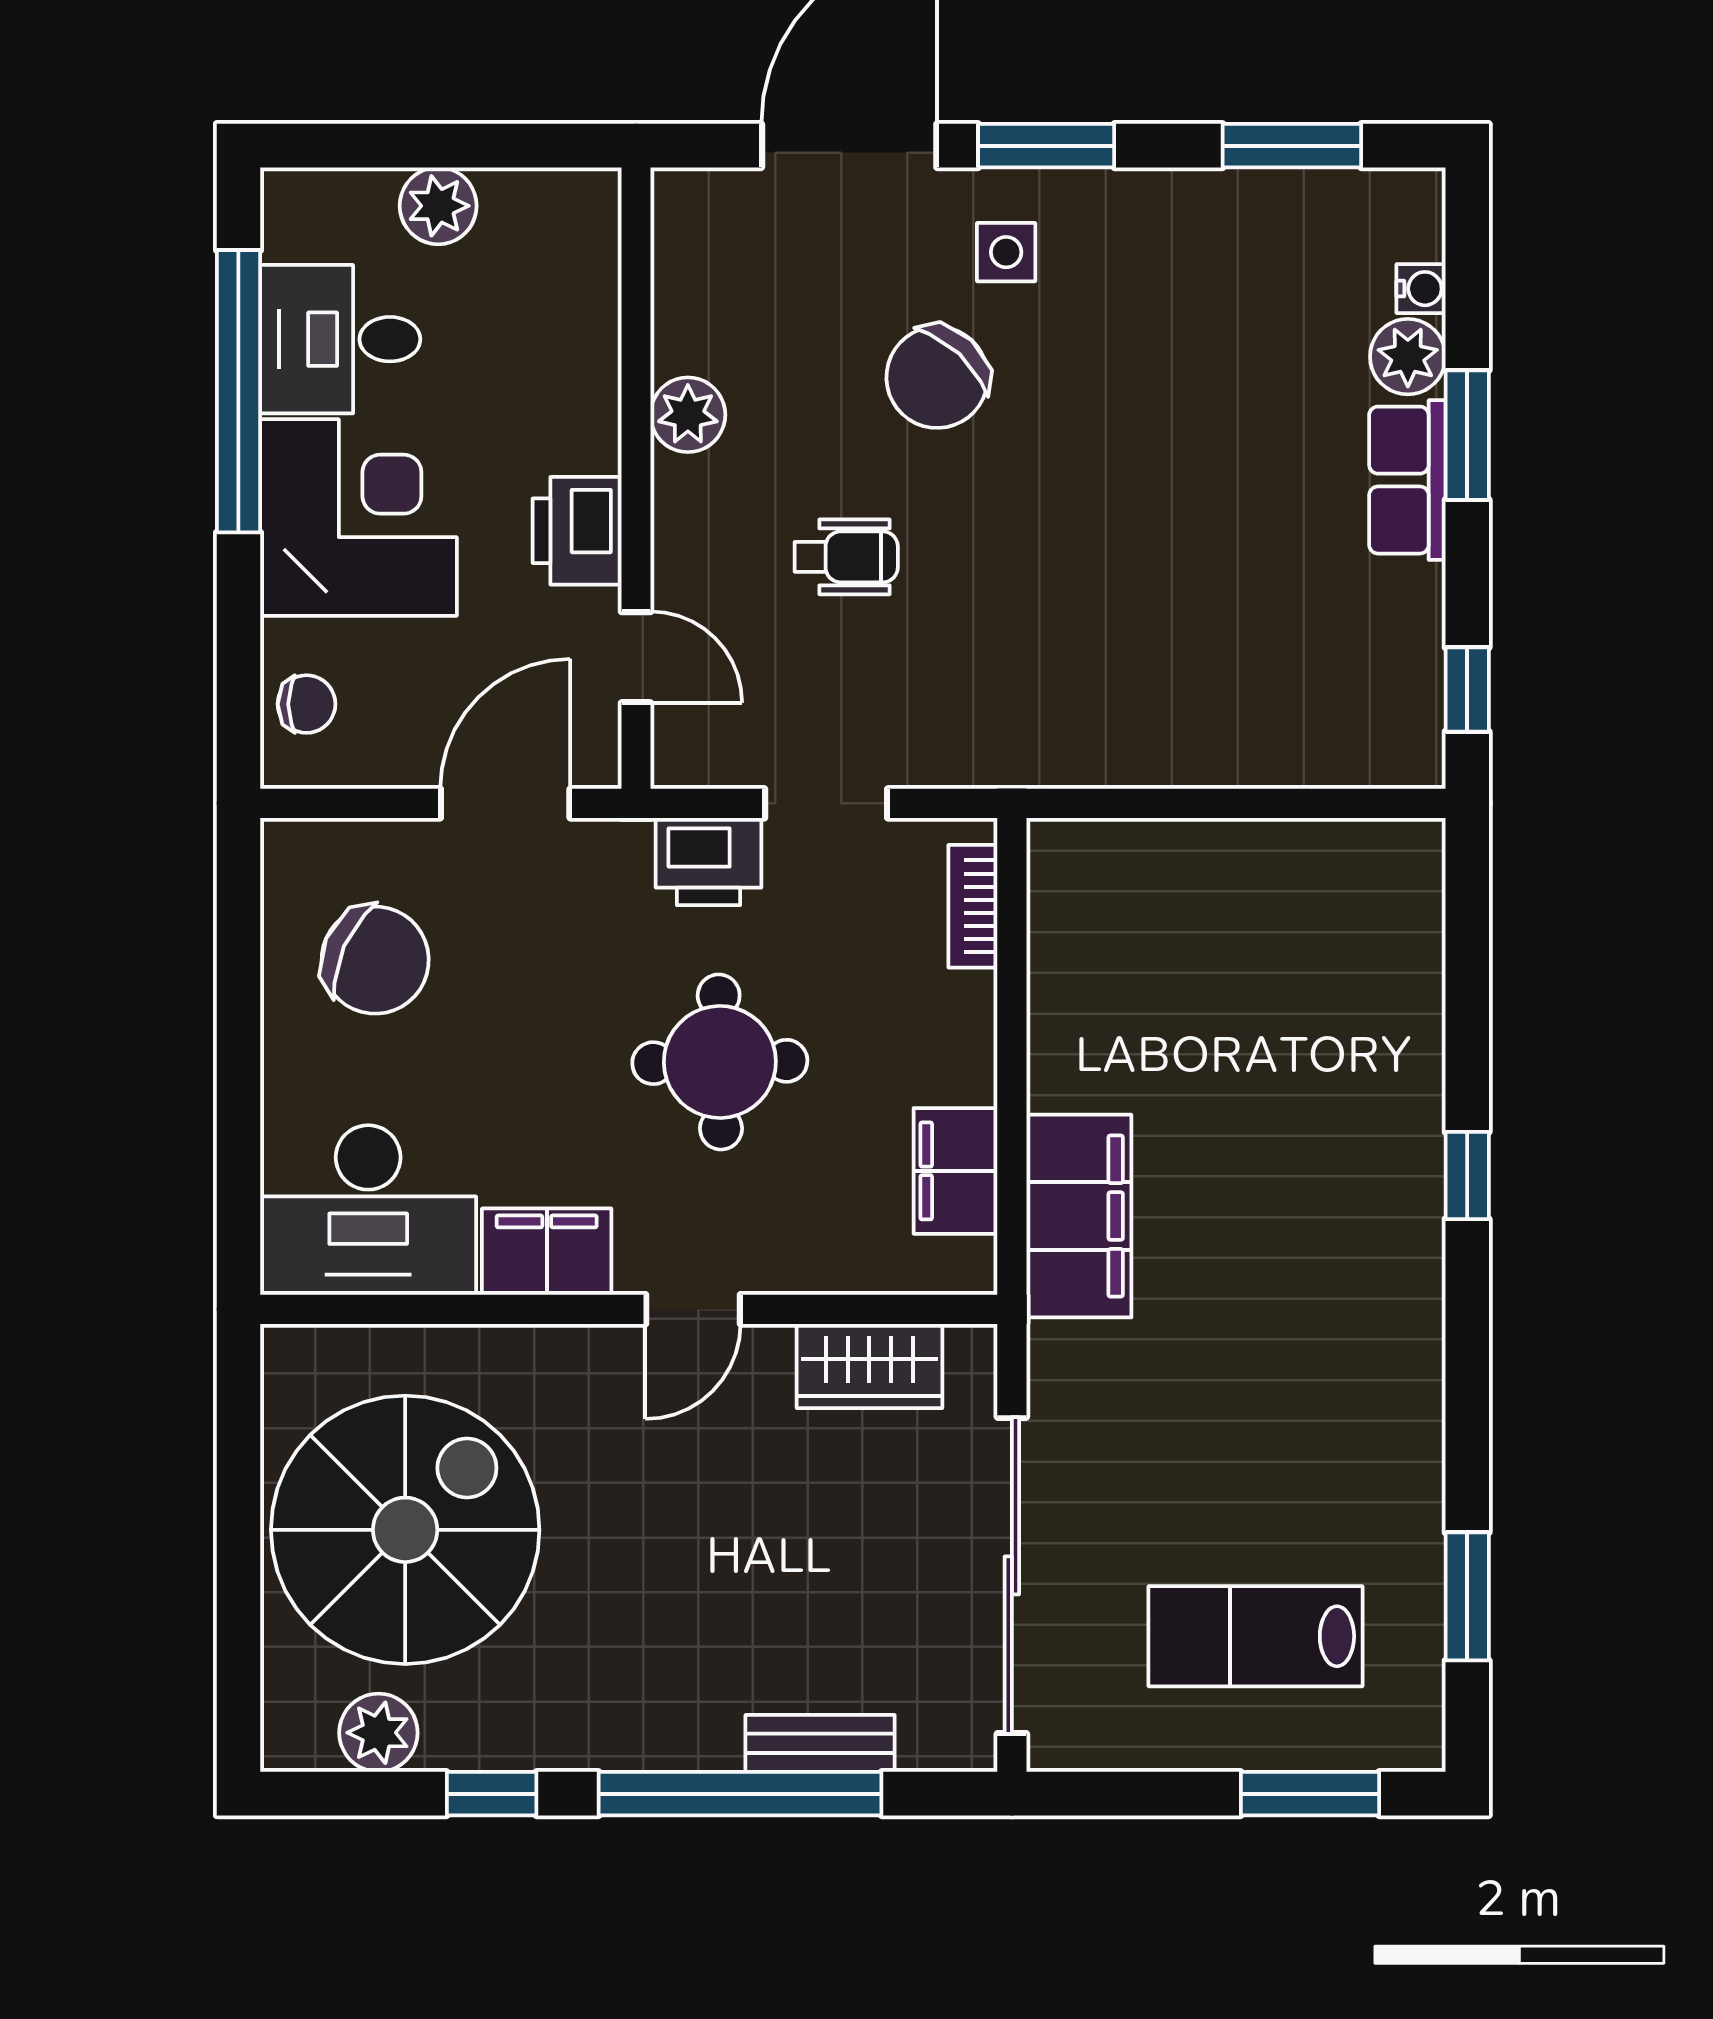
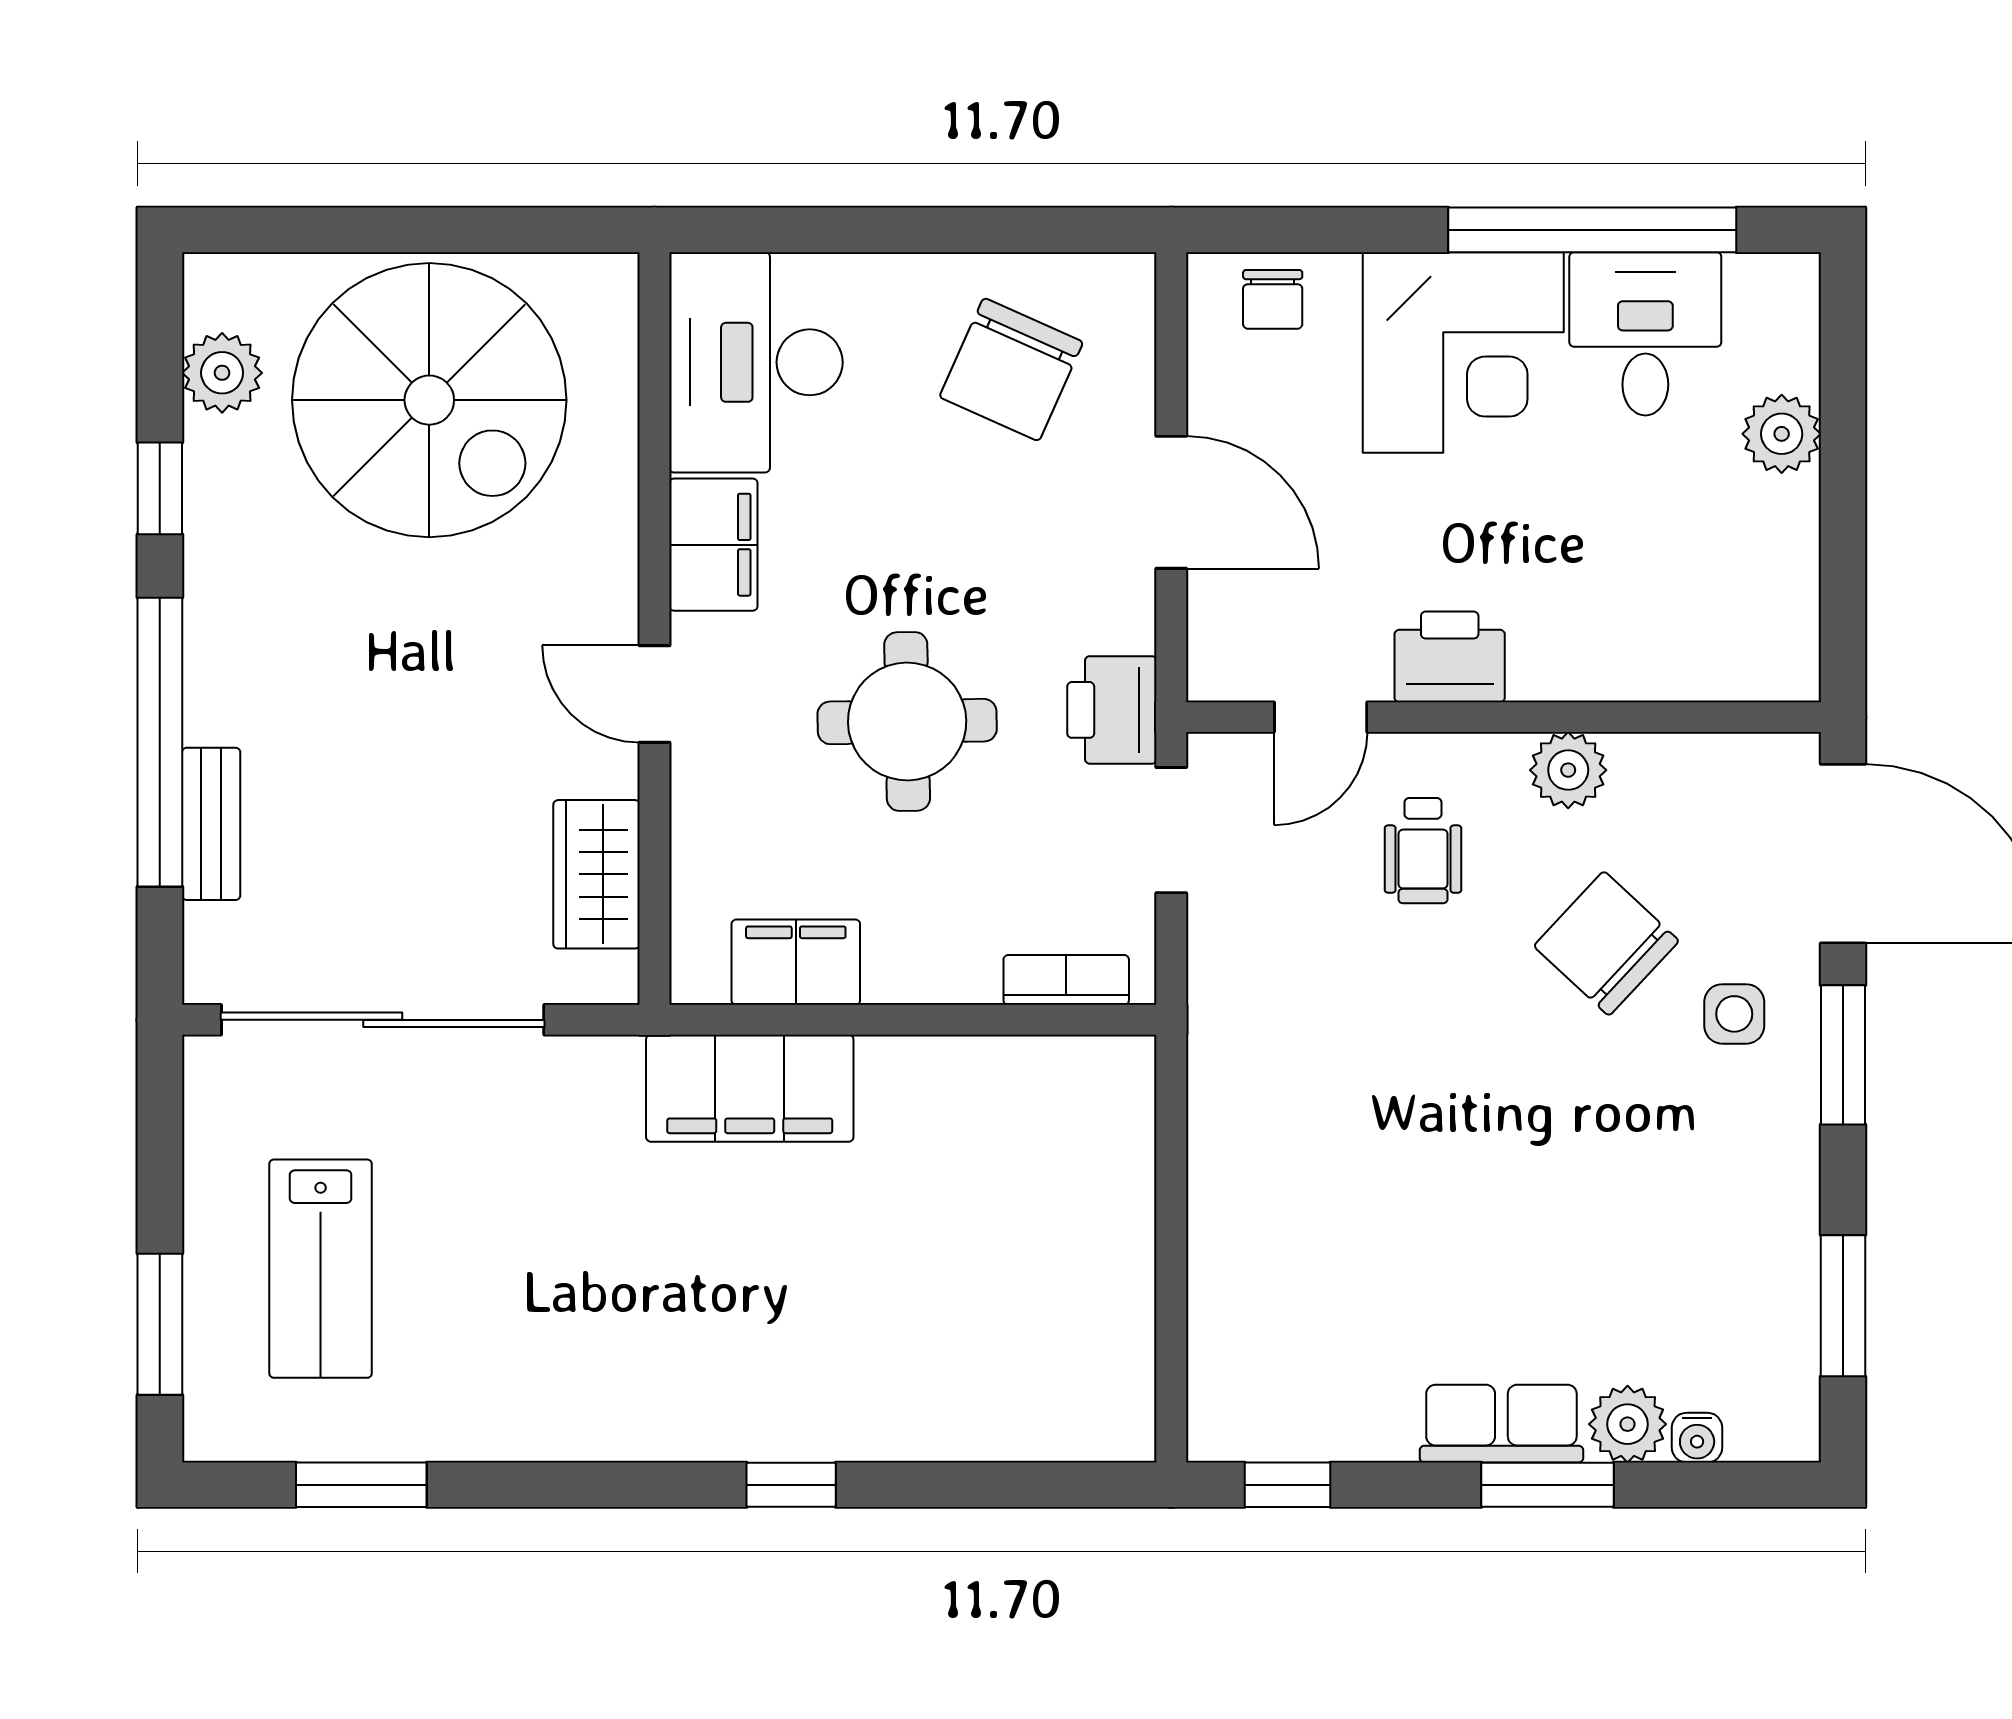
plant: (688, 415) -> (1568, 770), moved
wall: (636, 478) -> (1503, 717), moved
printer: (577, 531) -> (1450, 657), moved
door: (636, 657) -> (1321, 717), moved
lab bench: (1256, 1636) -> (321, 1269), turned 180

